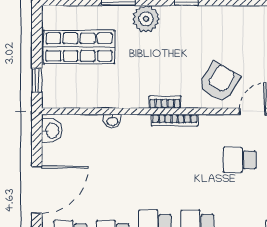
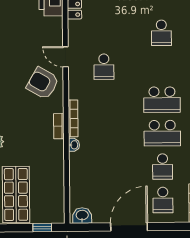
washbasin: (112, 121) -> (74, 145), moved
door: (37, 190) -> (129, 227), hinge flipped

